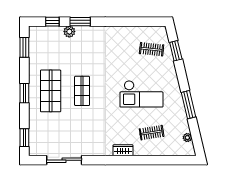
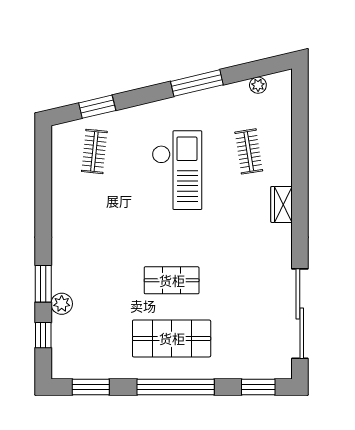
window: (24, 93) -> (176, 387), width x2.11
sliding door: (64, 160) -> (300, 314), width x1.36

